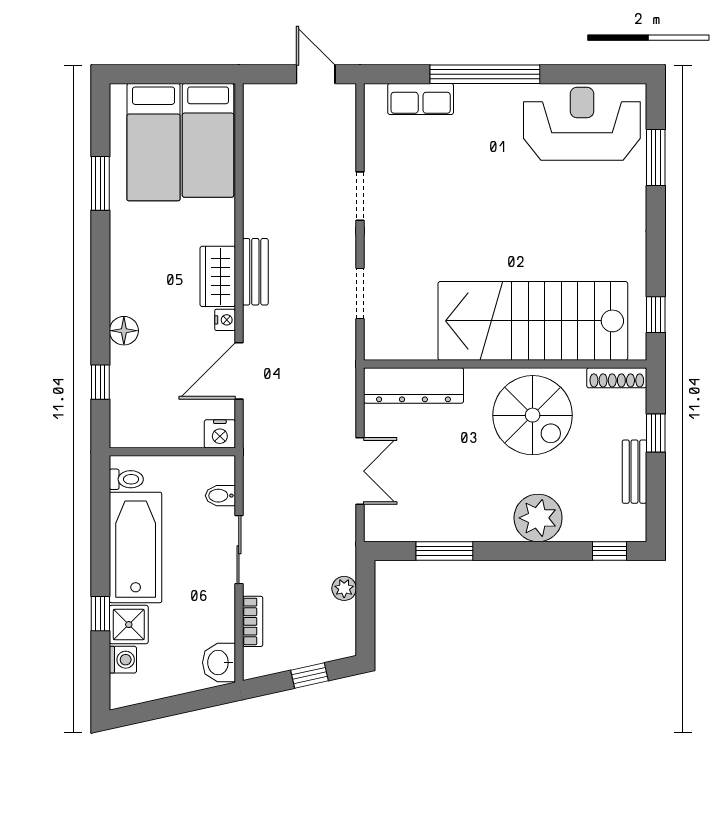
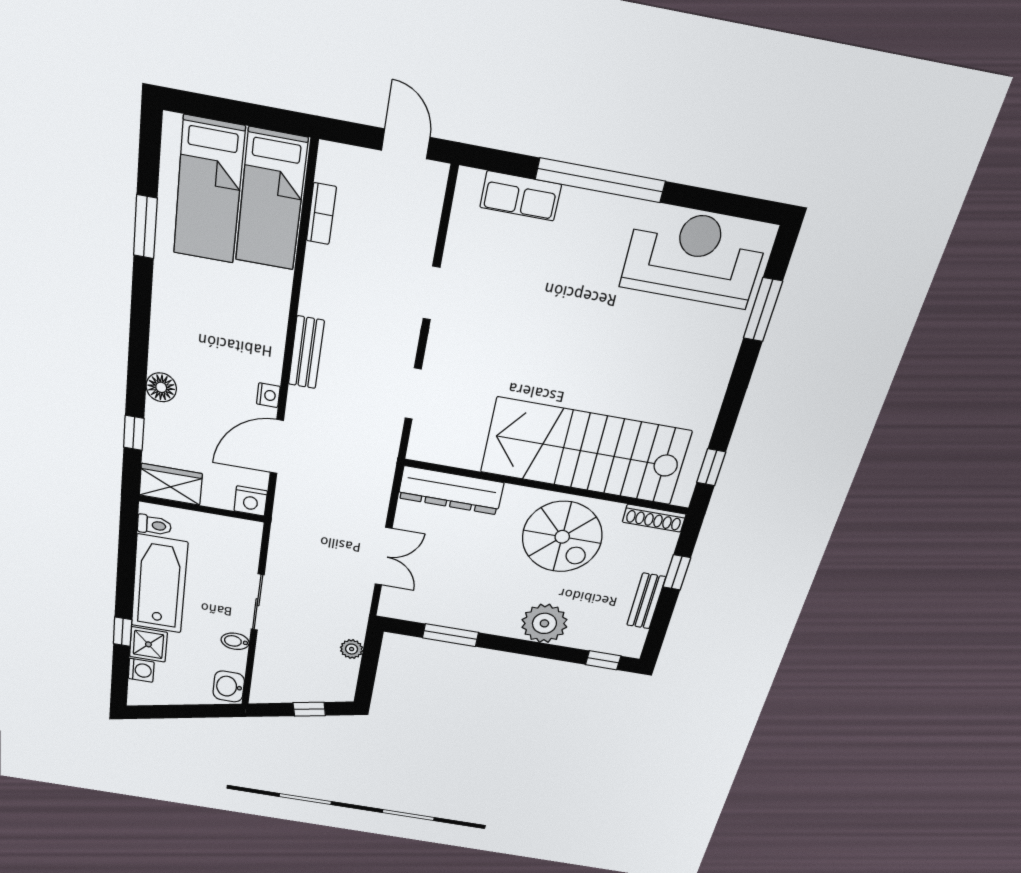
wardrobe: (218, 276) -> (171, 484), moved, turned 90
bidet: (220, 496) -> (235, 641), moved
bookcase: (253, 621) -> (321, 214), moved

